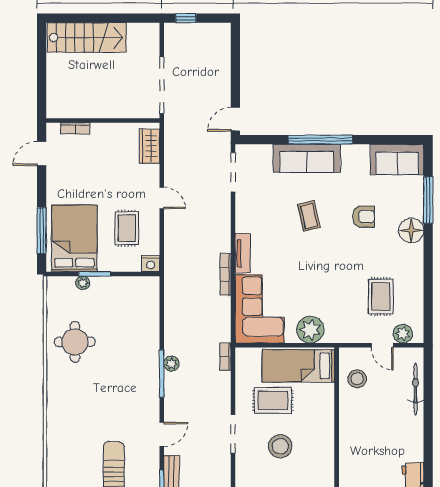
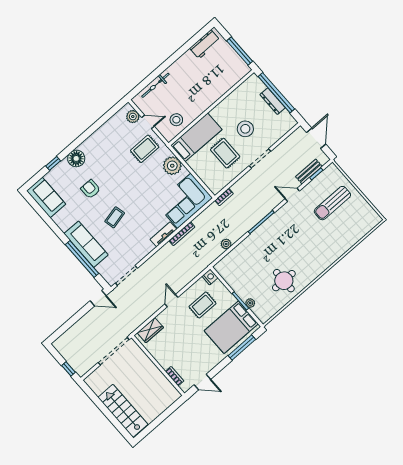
window: (320, 140) -> (82, 259), moved
window: (428, 200) -> (53, 163), width x0.46
rug: (381, 297) -> (145, 149), moved
door: (382, 345) -> (148, 122), hinge flipped
plant: (171, 364) -> (226, 244), moved
bed: (298, 366) -> (196, 137), moved, turned -90

